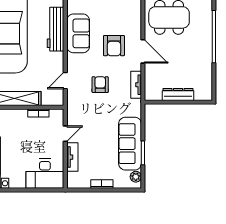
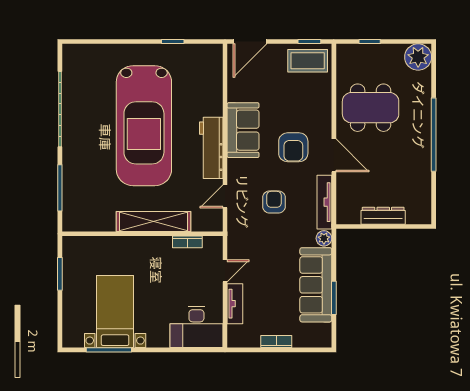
workbench: (56, 29) -> (211, 148), moved
tv unit: (136, 85) -> (324, 202), width x1.41
plant: (136, 177) -> (324, 238), moved

